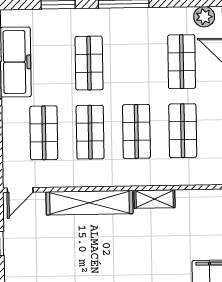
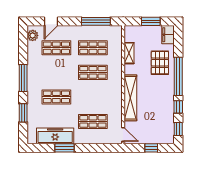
shop shelf: (90, 132) -> (93, 97), removed
shelving: (155, 199) -> (129, 53), moved
pallet: (157, 257) -> (160, 63), added

